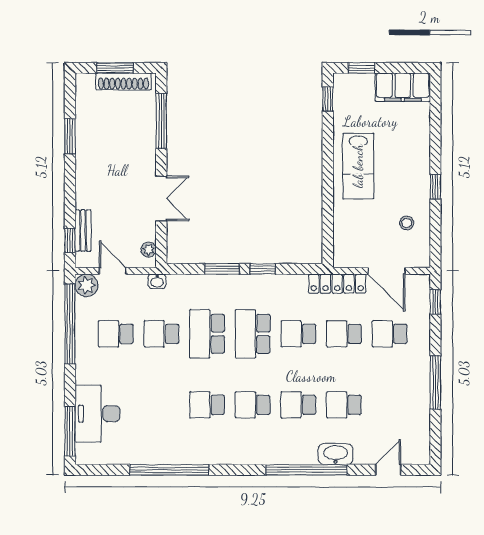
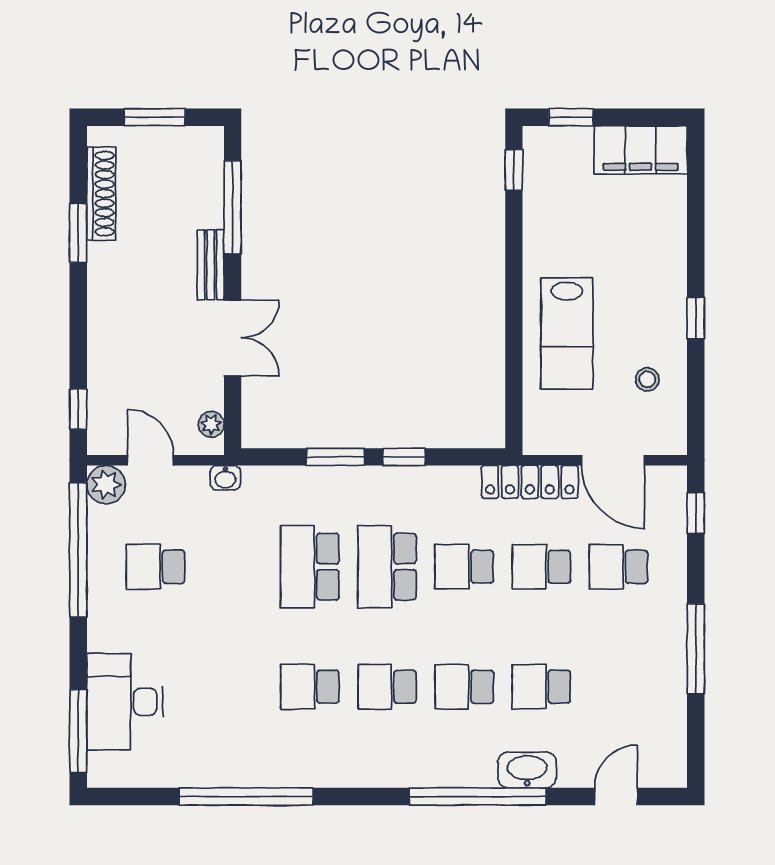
shoe rack: (123, 81) -> (101, 194), moved, turned -90
lab bench: (358, 166) -> (567, 333), moved
bench: (83, 231) -> (211, 265), moved
school desk: (161, 334) -> (233, 567), removed

